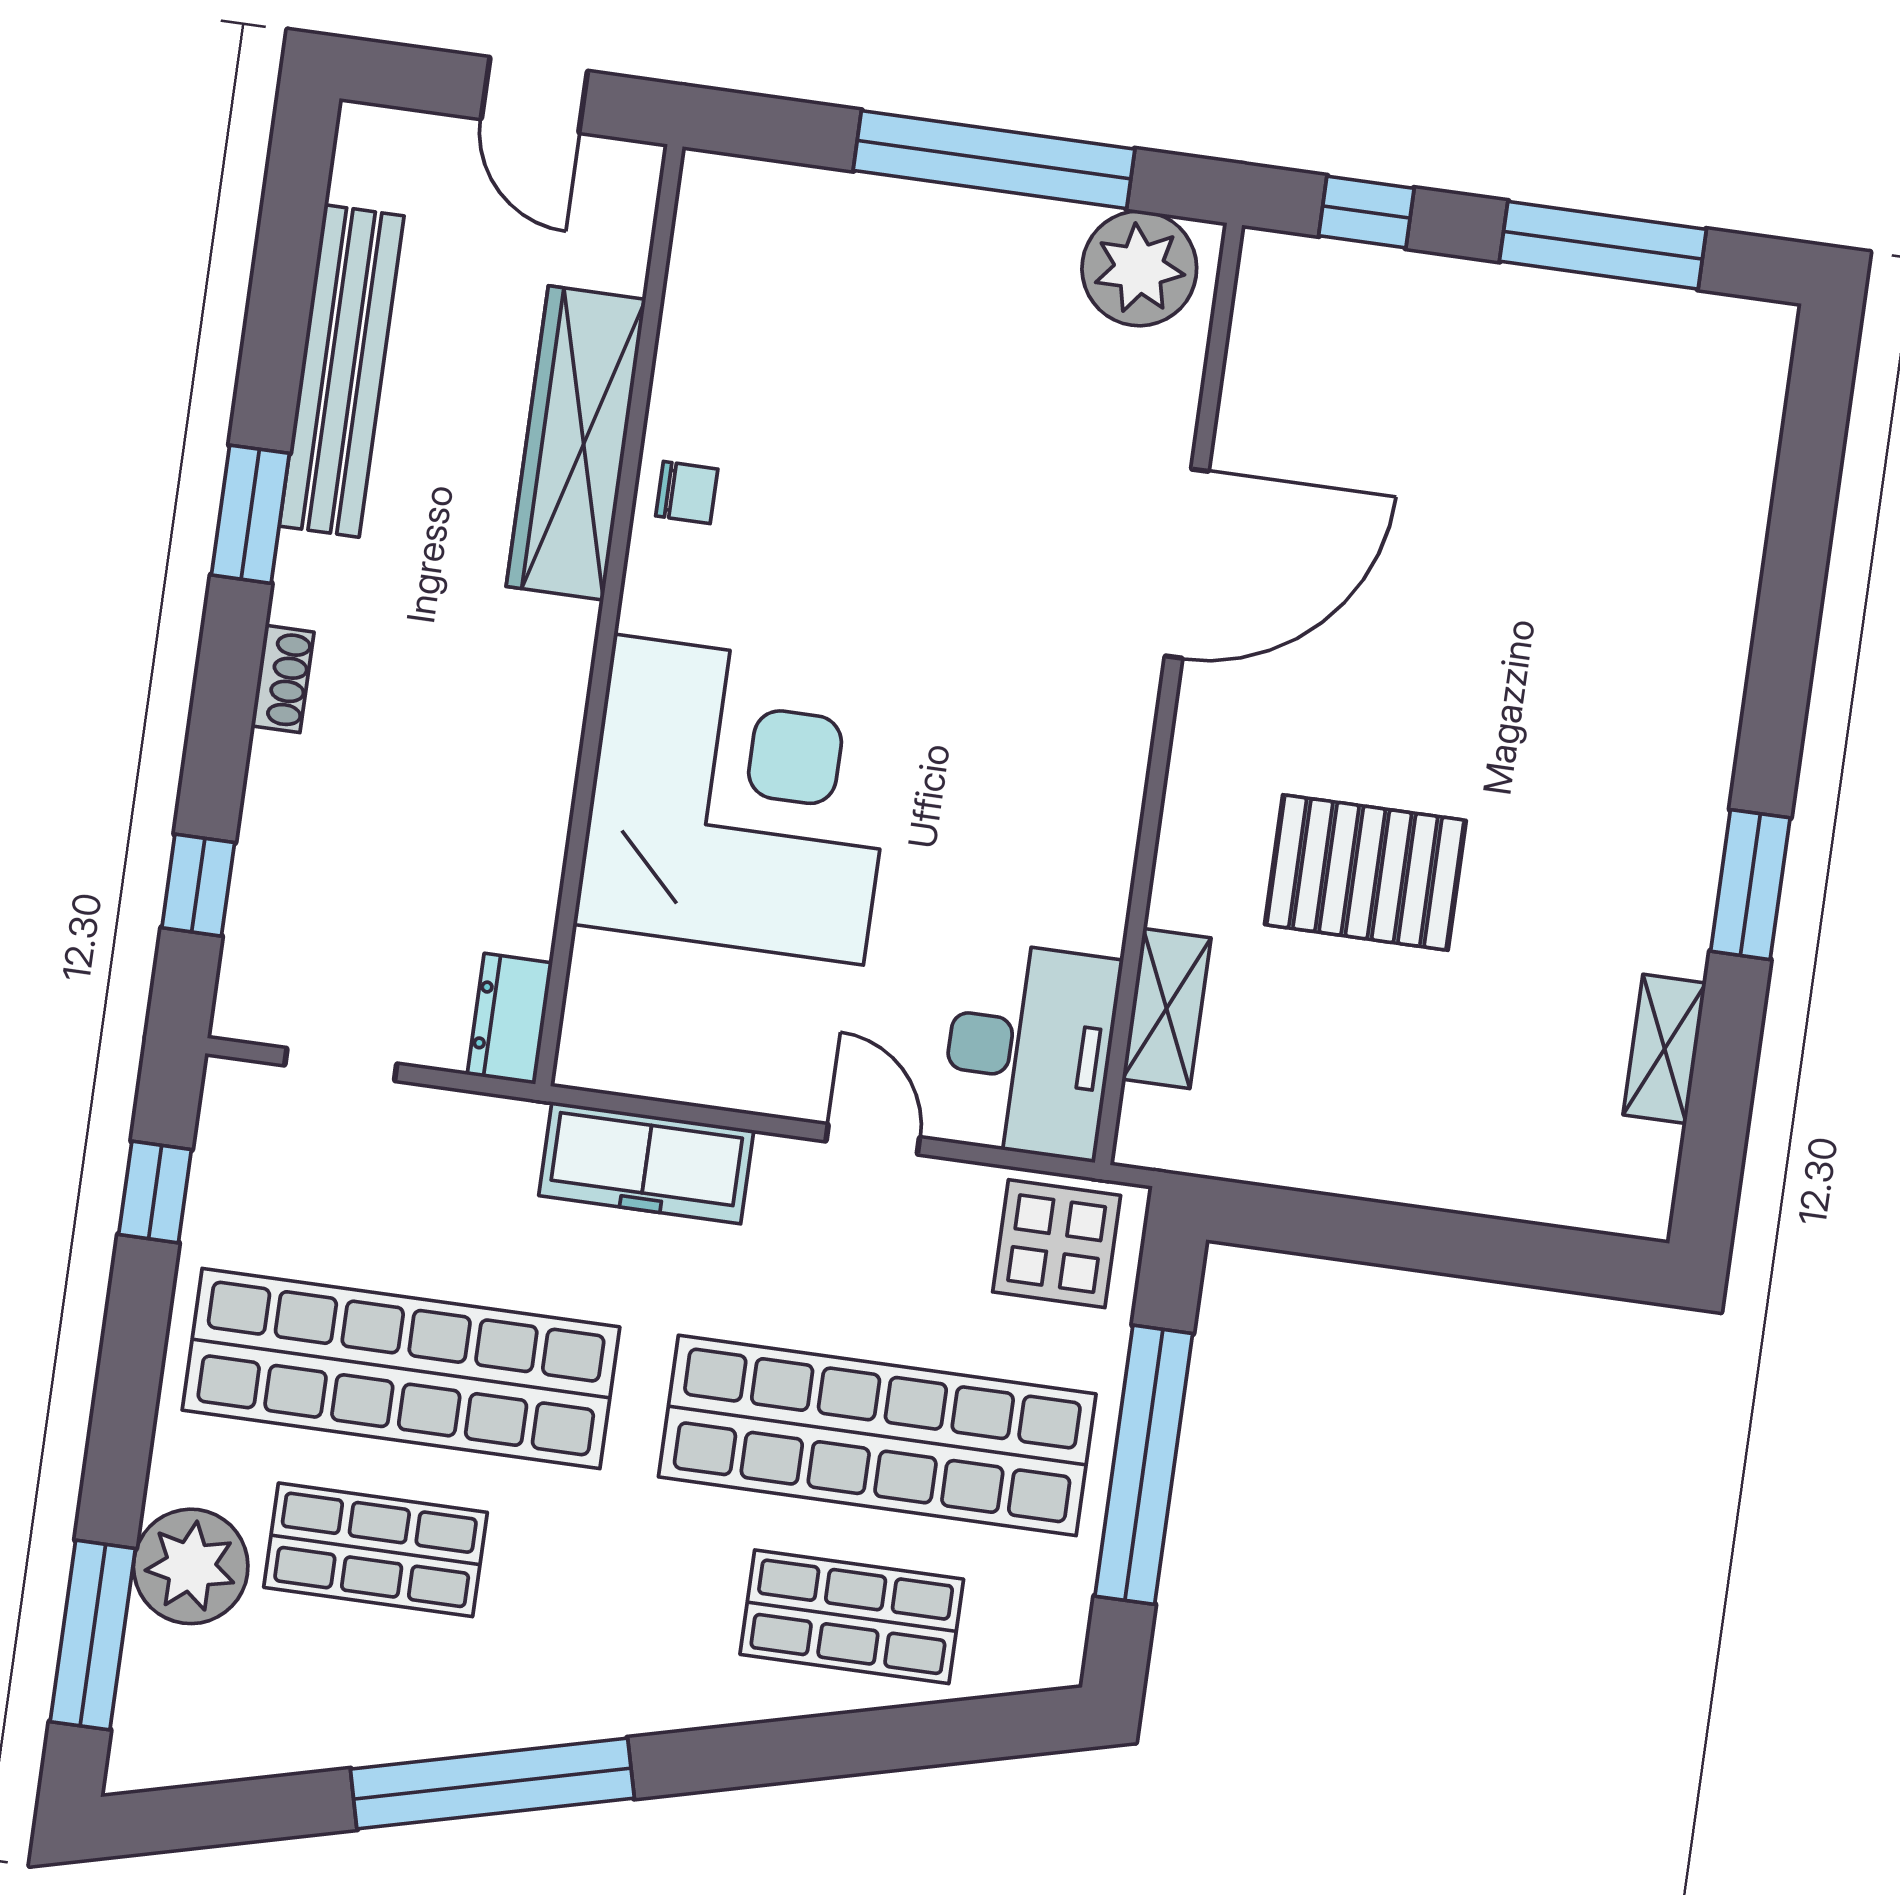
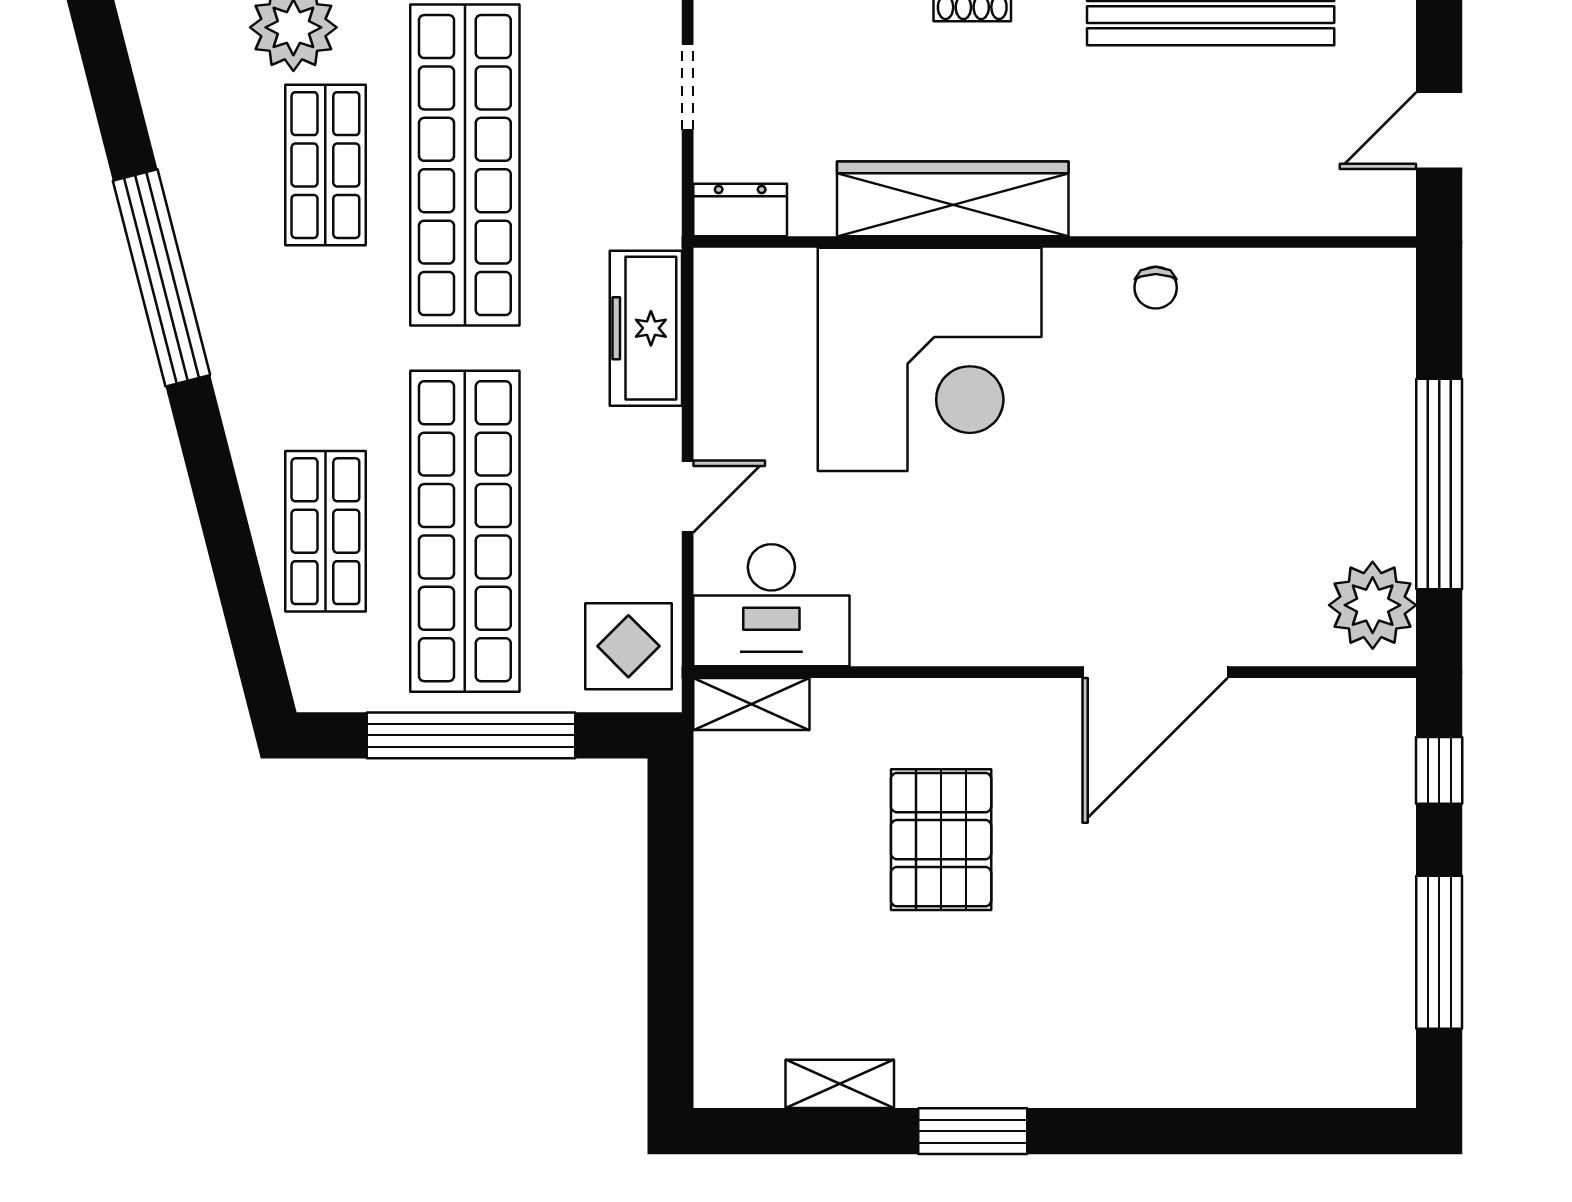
wardrobe: (576, 443) -> (953, 199), moved
door: (1187, 564) -> (1155, 672), hinge flipped
shelving: (1166, 1009) -> (751, 704), moved

